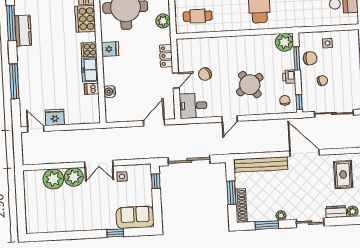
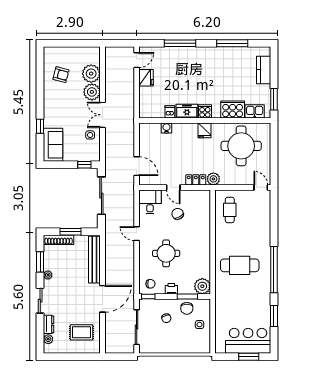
plant: (163, 21) -> (213, 179), moved
kitchen counter: (23, 31) -> (225, 54), removed
round table: (250, 85) -> (166, 253), turned 35
armchair: (56, 213) -> (61, 75), added

